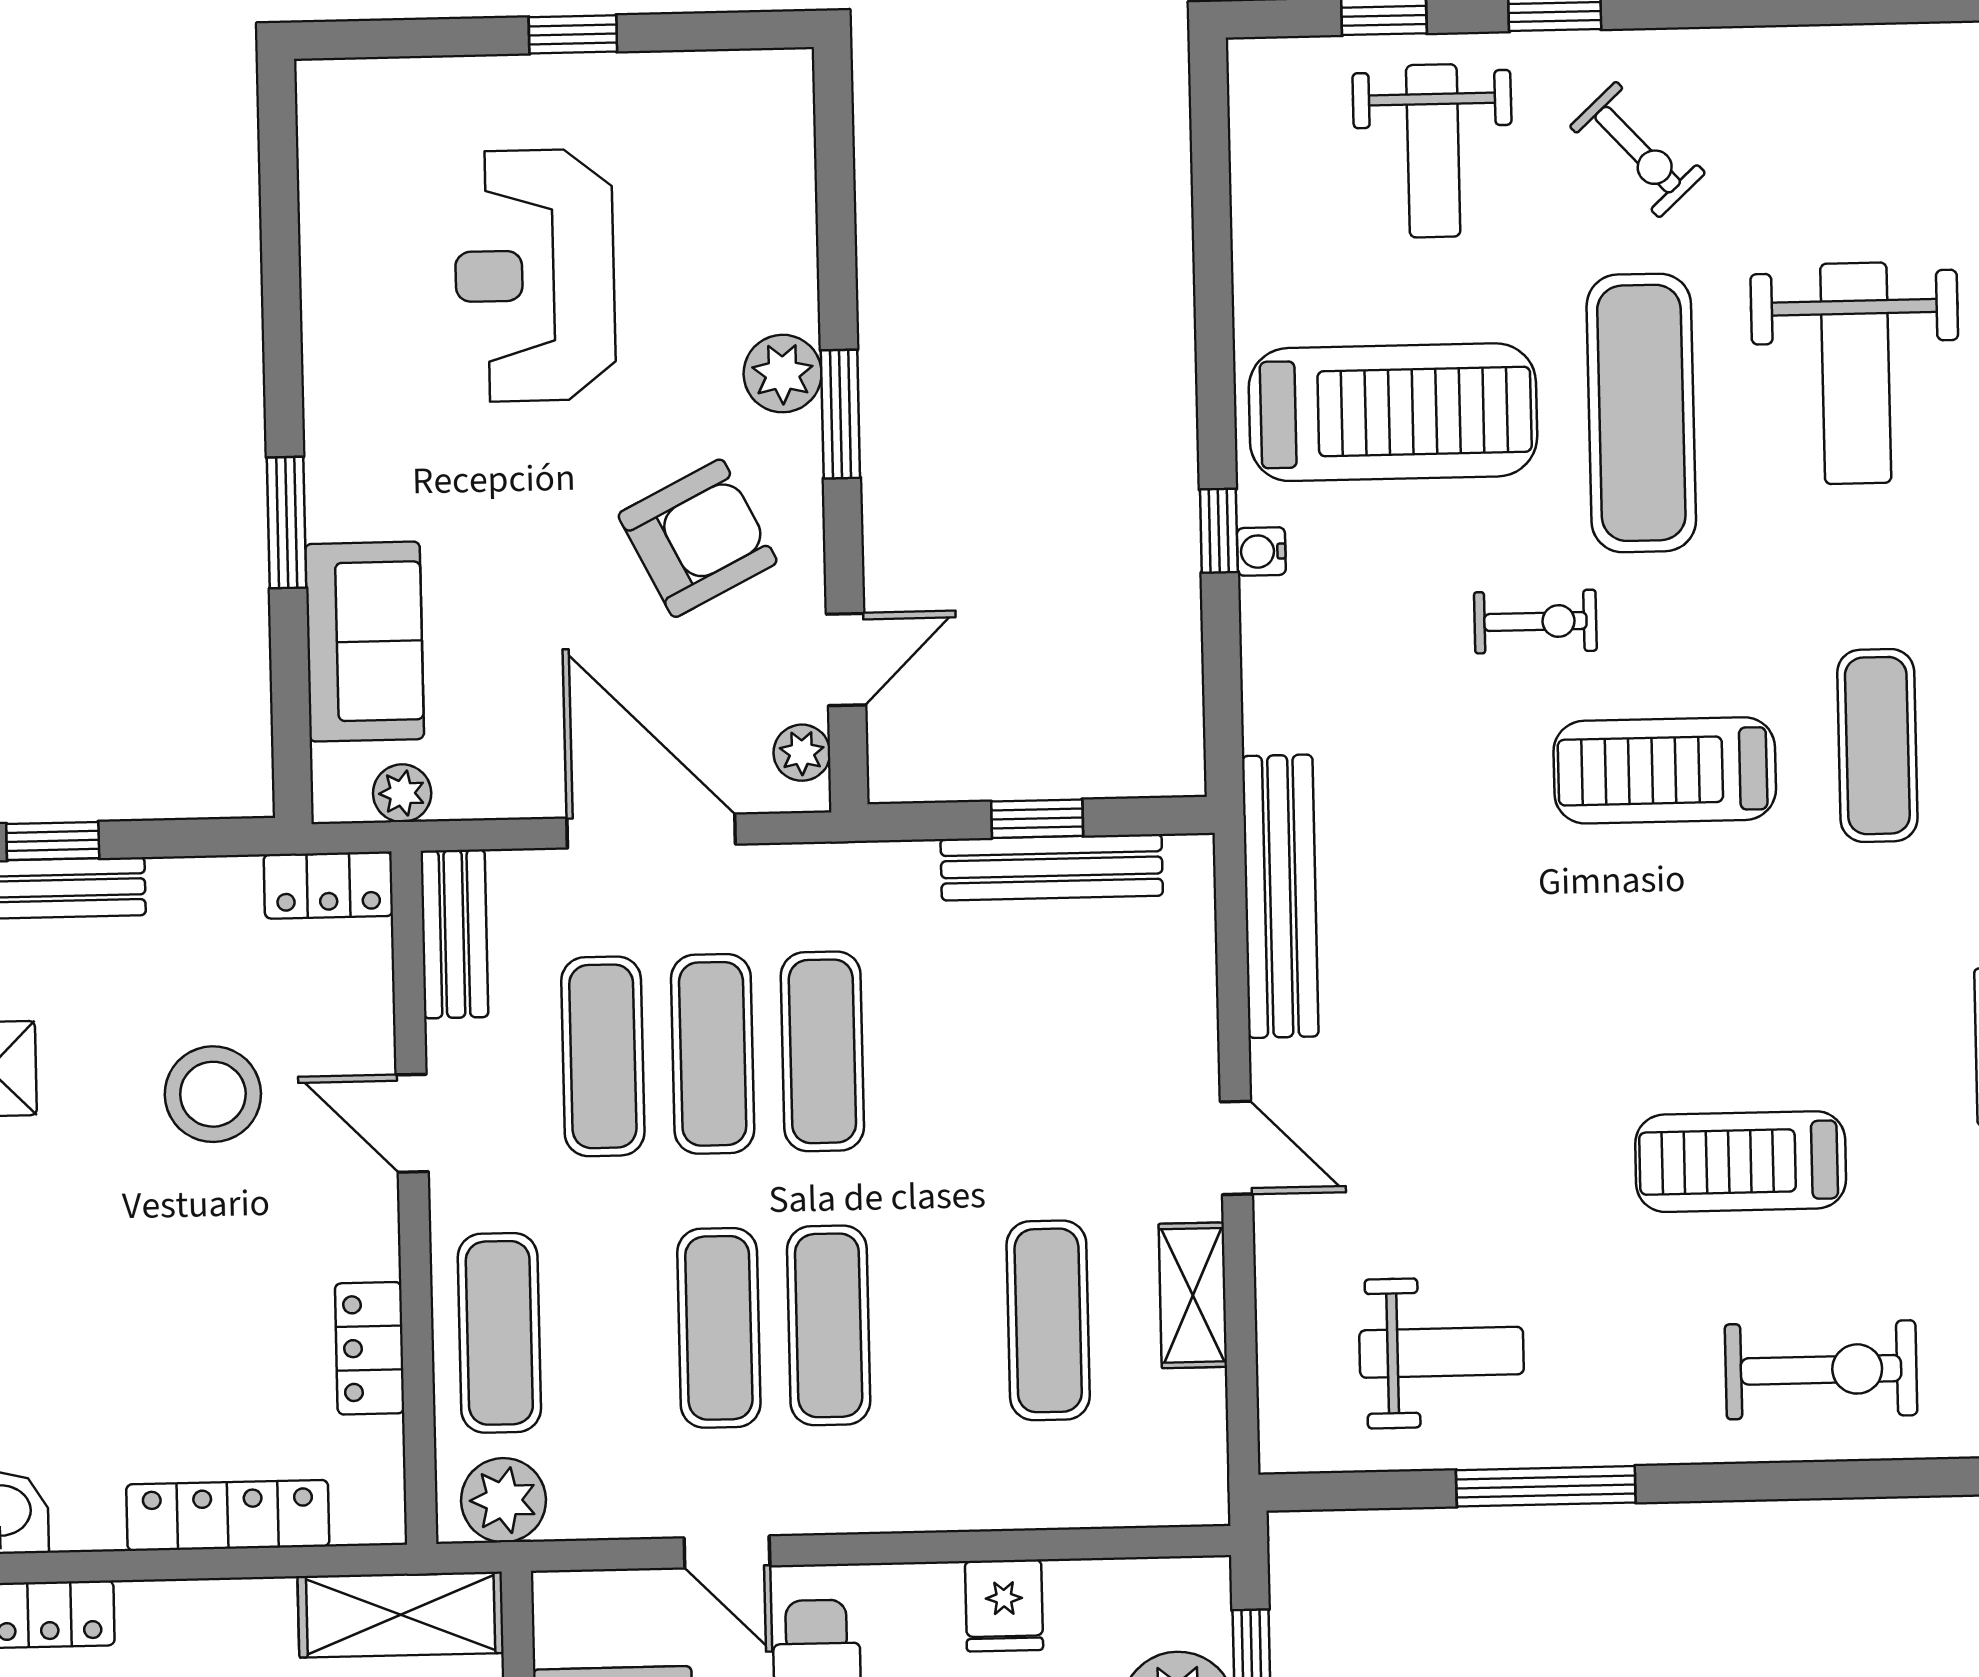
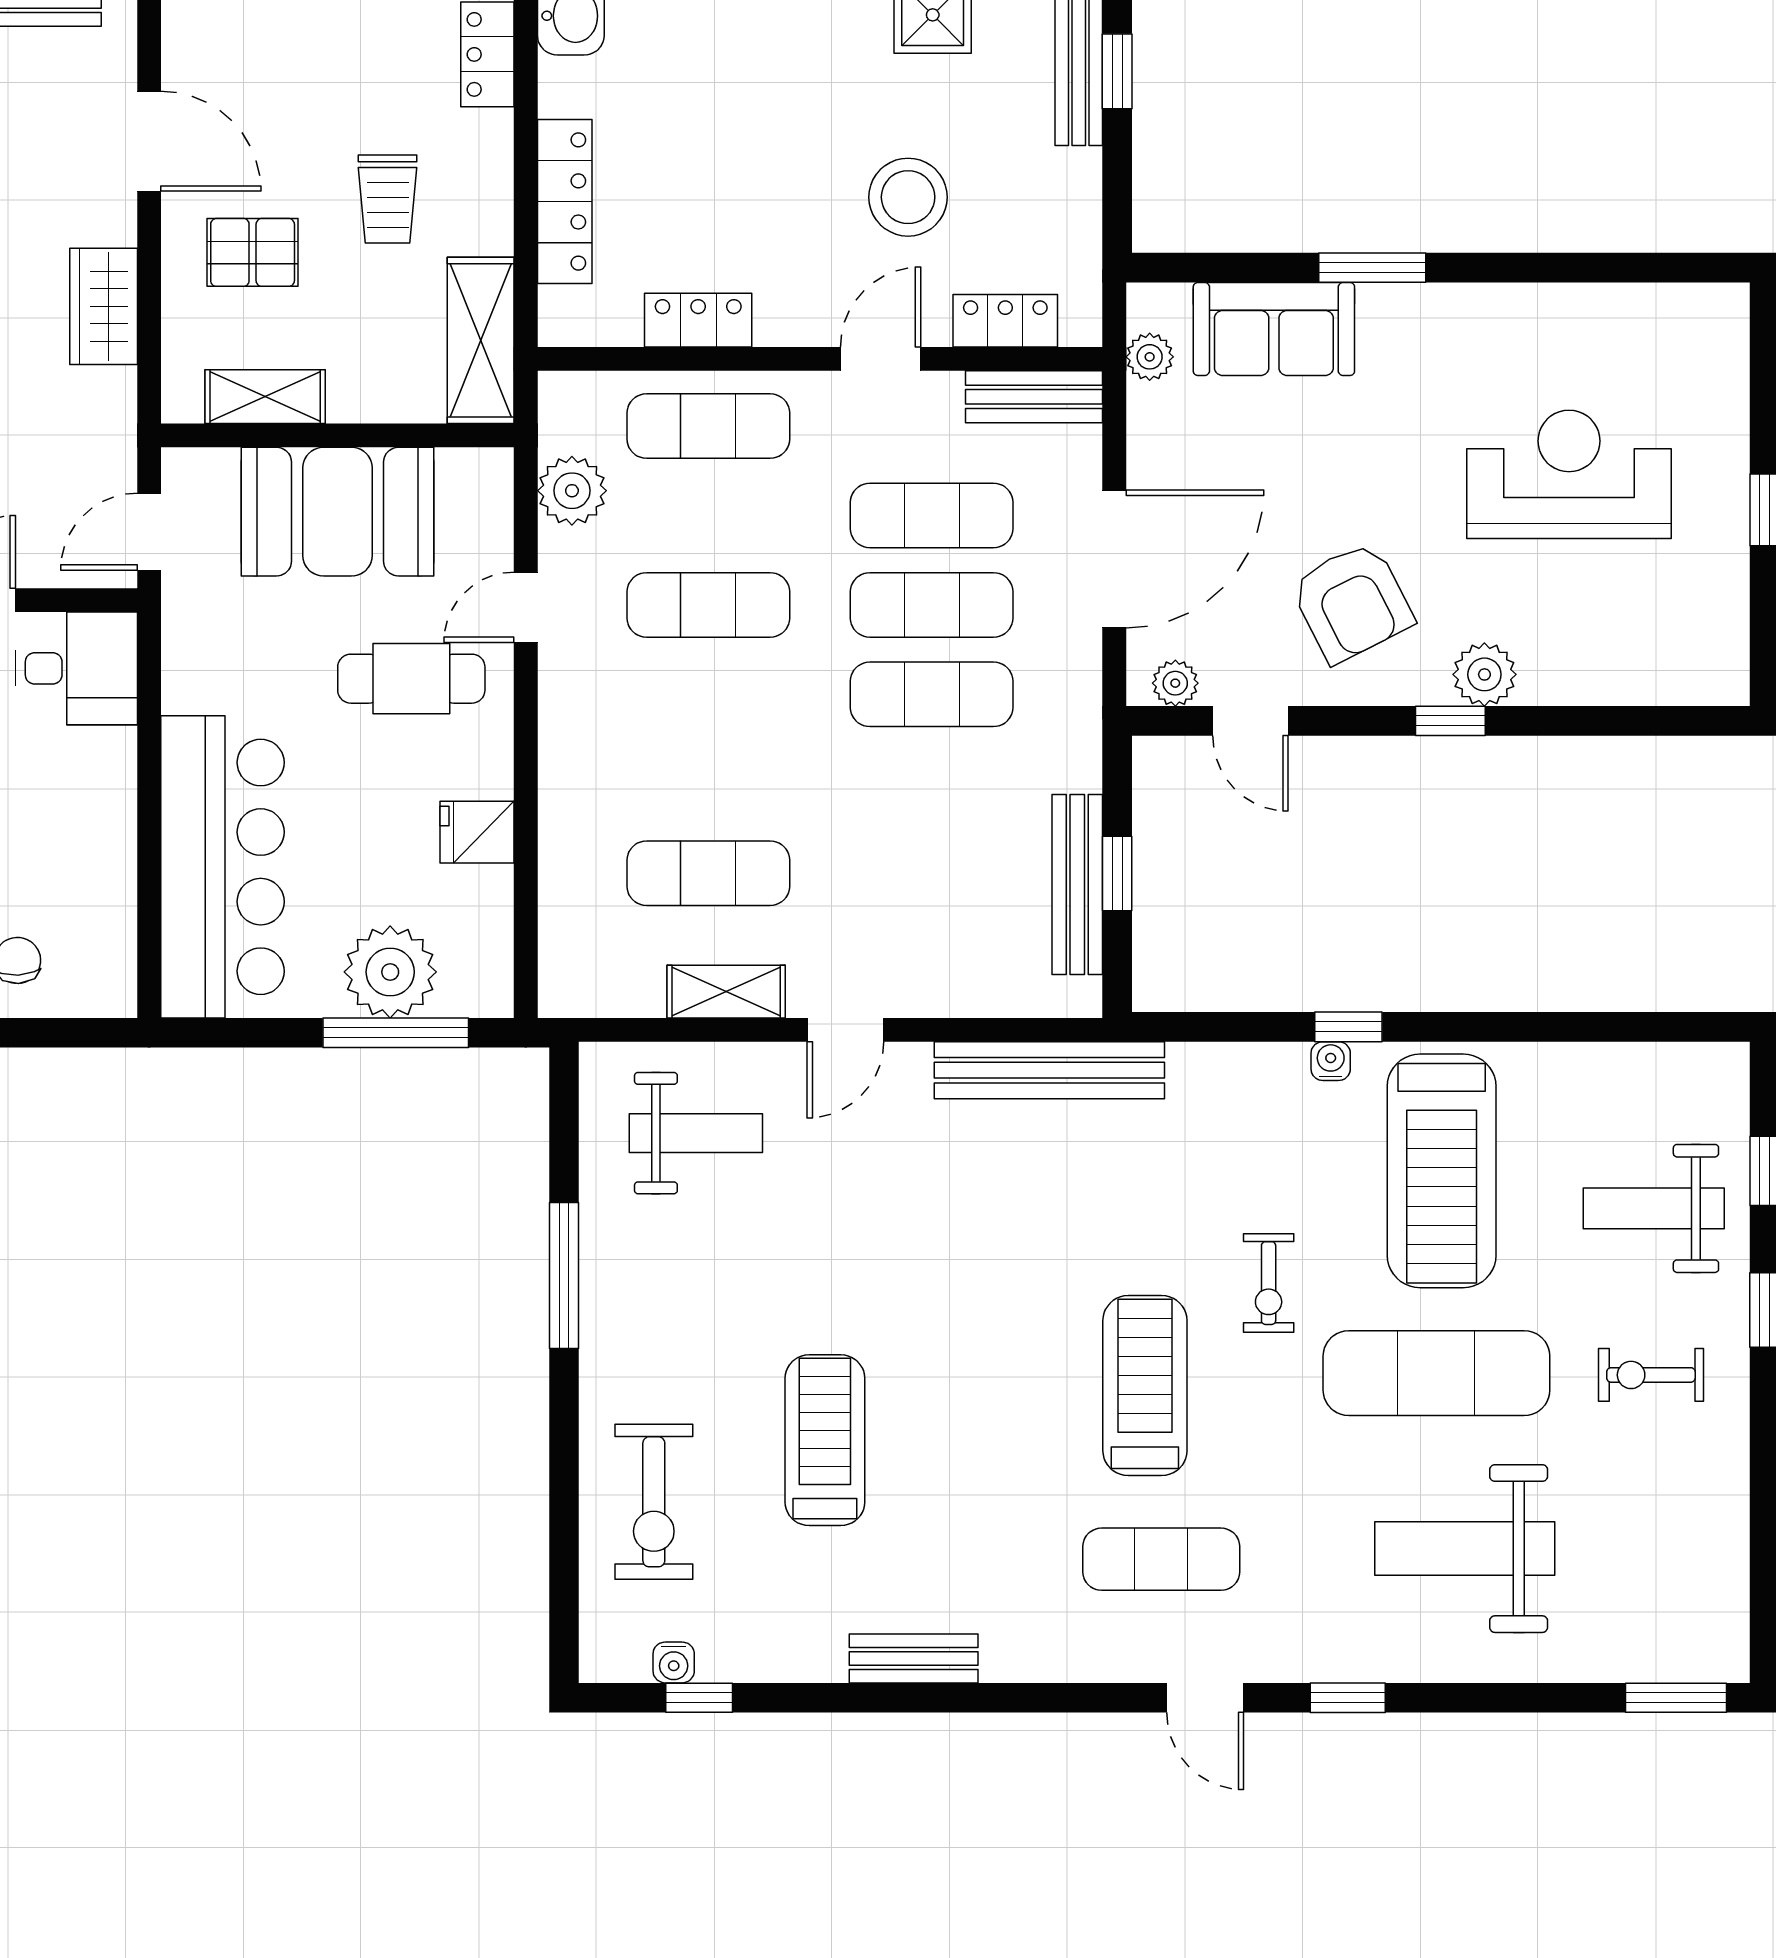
exercise bike: (1638, 150) -> (1651, 1375), turned 43
window: (840, 414) -> (1450, 721), width x0.67
locker: (328, 885) -> (1005, 321), moved, turned 90
exercise mat: (829, 1325) -> (708, 694), removed
weight bench: (1442, 1352) -> (696, 1133), moved, turned -90
plant: (503, 1500) -> (572, 491), moved

